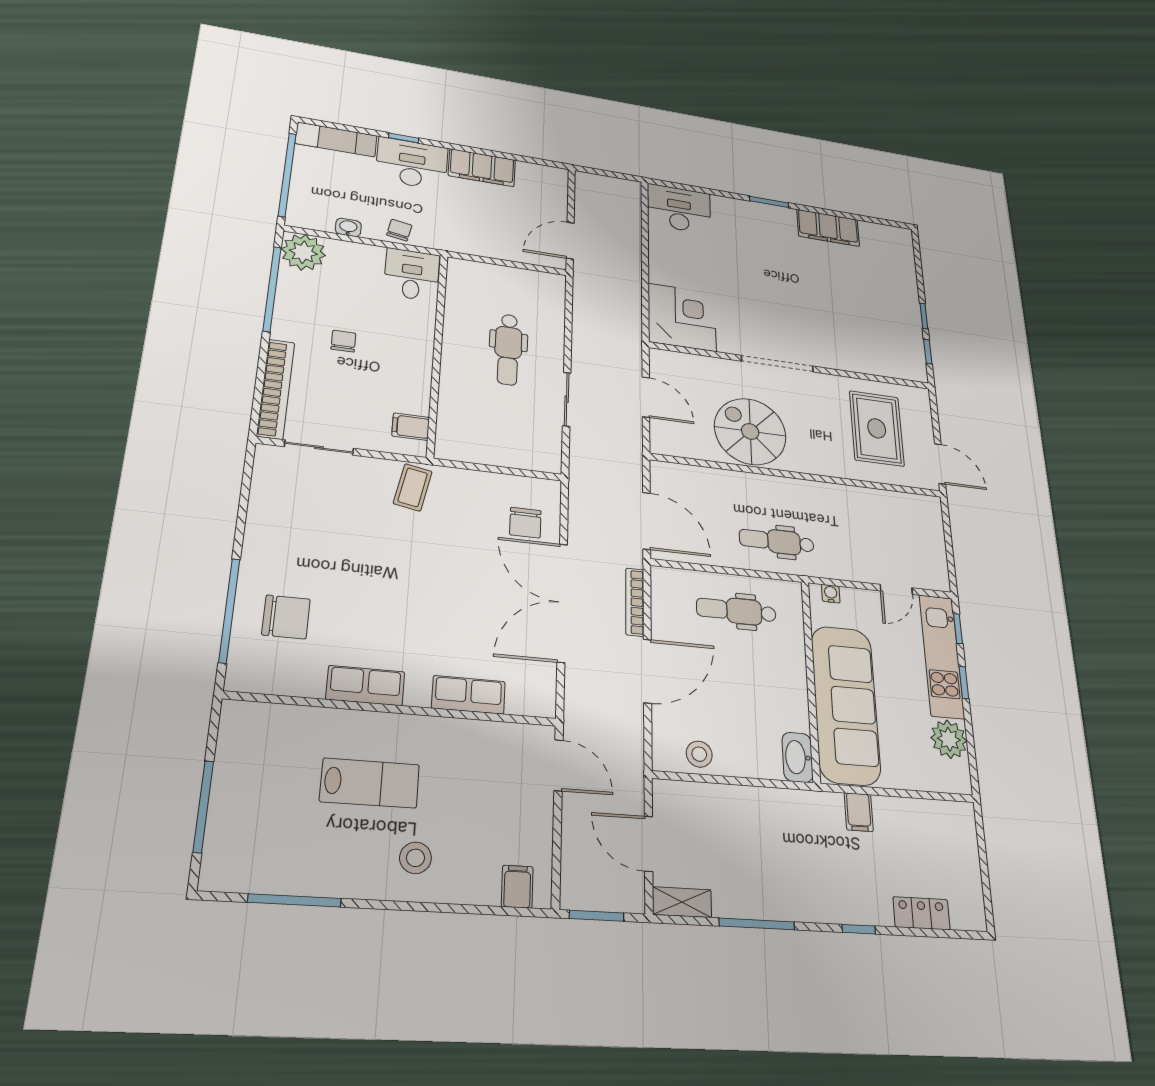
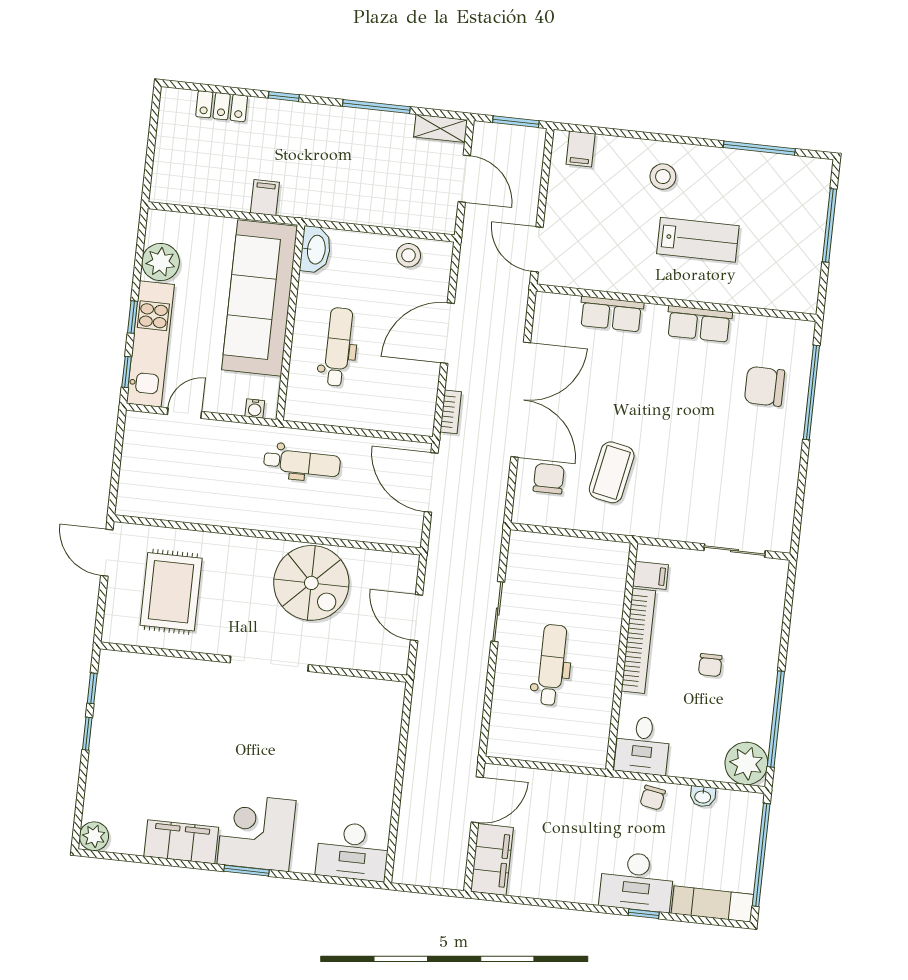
filing cabinet: (482, 168) -> (492, 860), moved, turned 90
plant: (901, 238) -> (94, 836), added
corner desk: (682, 317) -> (256, 832), moved, turned 90
bookcase: (276, 389) -> (638, 641), moved, turned 180
coffee table: (413, 487) -> (612, 472), moved, width x1.36, depth x1.30
bookcase: (635, 602) -> (451, 412), width x0.64
dental chair: (736, 611) -> (338, 347), moved, turned -90
lab bench: (370, 783) -> (698, 240), turned 180

